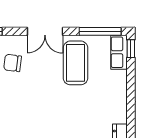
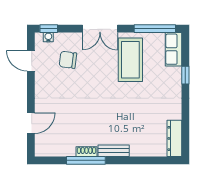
window: (131, 49) -> (185, 75), moved

